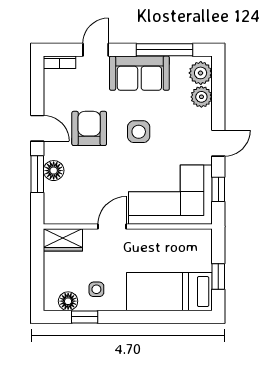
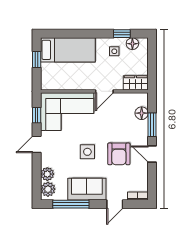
floor lamp: (54, 171) -> (142, 113), moved

